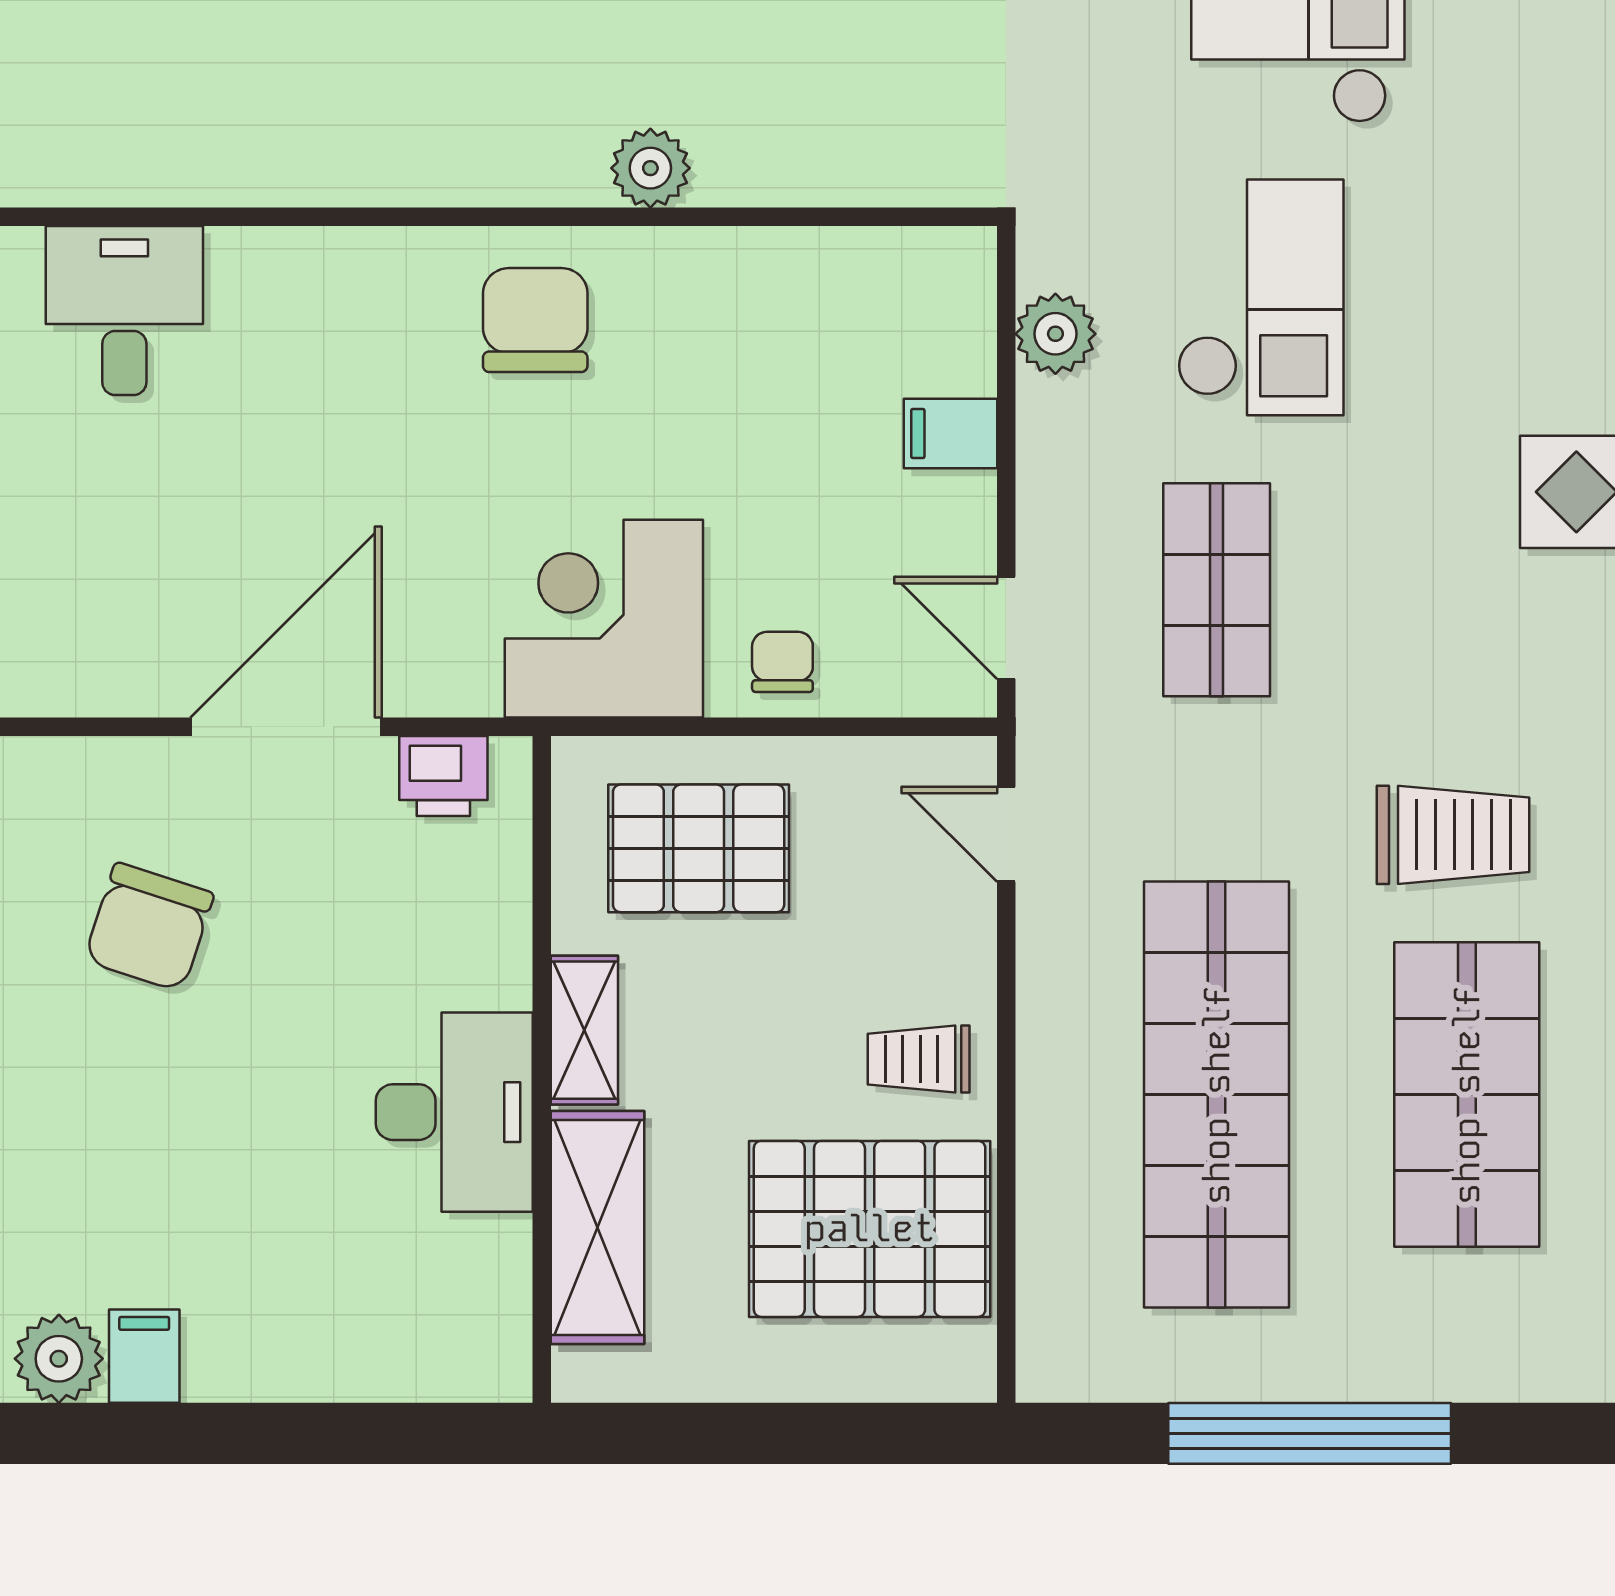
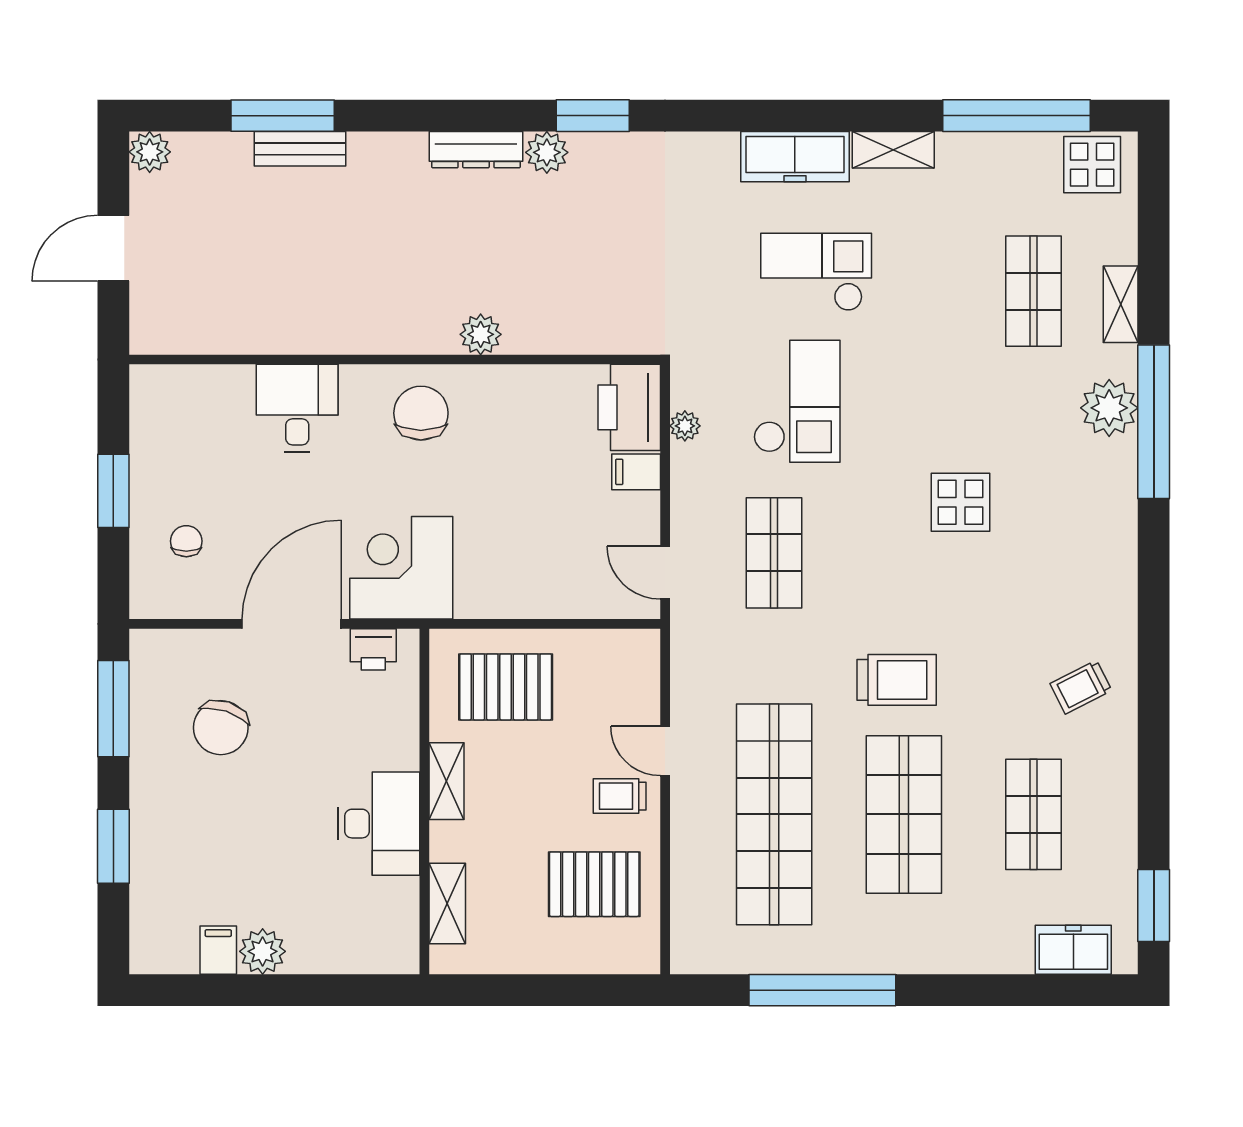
printer: (937, 309) -> (629, 407), added
desk: (124, 310) -> (297, 408), moved
plant: (1055, 334) -> (685, 426), width x0.73, depth x0.73
corner desk: (604, 619) -> (401, 568), moved
chair: (782, 662) -> (186, 541), moved
door: (1006, 834) -> (665, 751), moved
shelving: (598, 1227) -> (447, 904), width x0.67, depth x0.75
pallet: (870, 1229) -> (594, 884), width x0.73, depth x0.71
plant: (59, 1359) -> (263, 951), moved

